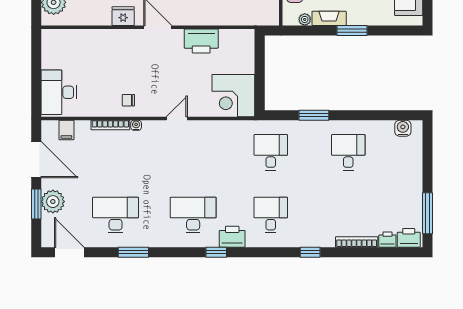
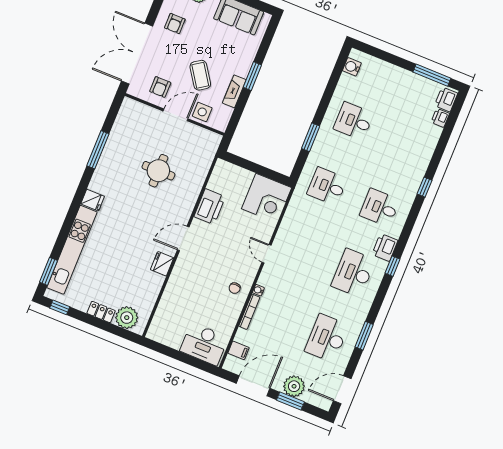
plant: (305, 19) -> (227, 112), removed
bookcase: (357, 242) -> (432, 145), removed

